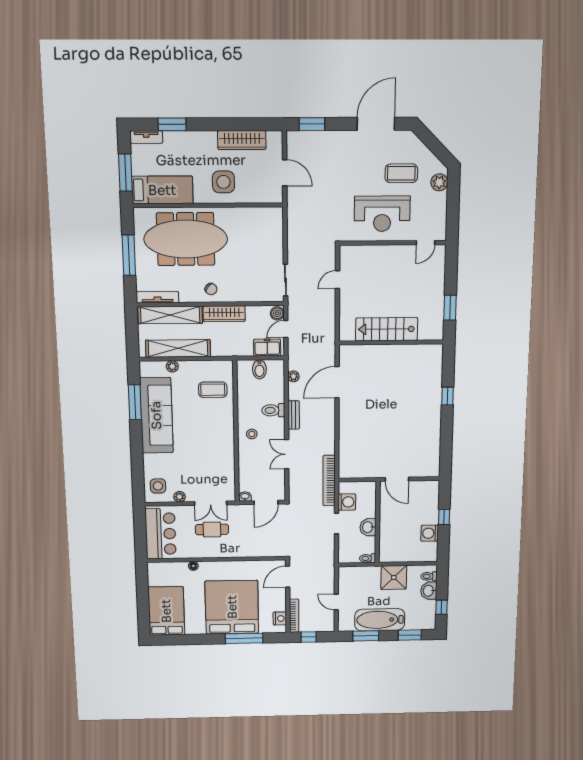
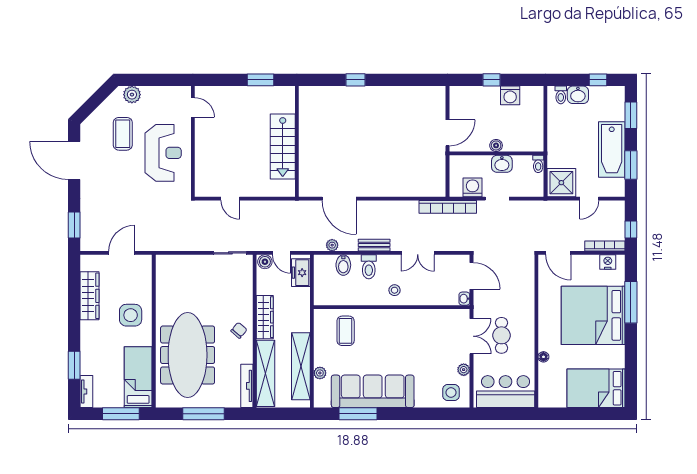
bidet: (259, 369) -> (343, 265), moved, turned 90
boiler: (385, 522) -> (496, 145), added
shower: (394, 577) -> (561, 183), moved

